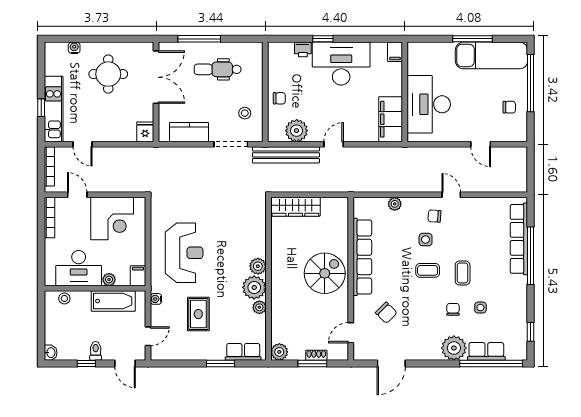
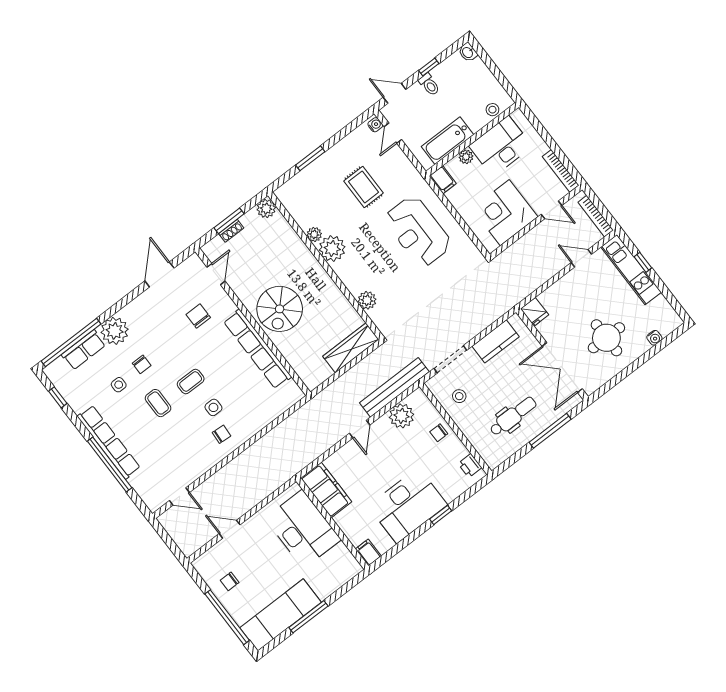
printer: (303, 49) -> (470, 465), moved, turned -90
door: (451, 195) -> (179, 497), moved
plant: (395, 204) -> (265, 418), removed
row of seats: (519, 239) -> (109, 442), moved
plant: (258, 266) -> (367, 300), moved
water cooler: (156, 299) -> (375, 125), moved
chair: (386, 313) -> (198, 316), turned 45
row of seats: (243, 352) -> (298, 184), removed

